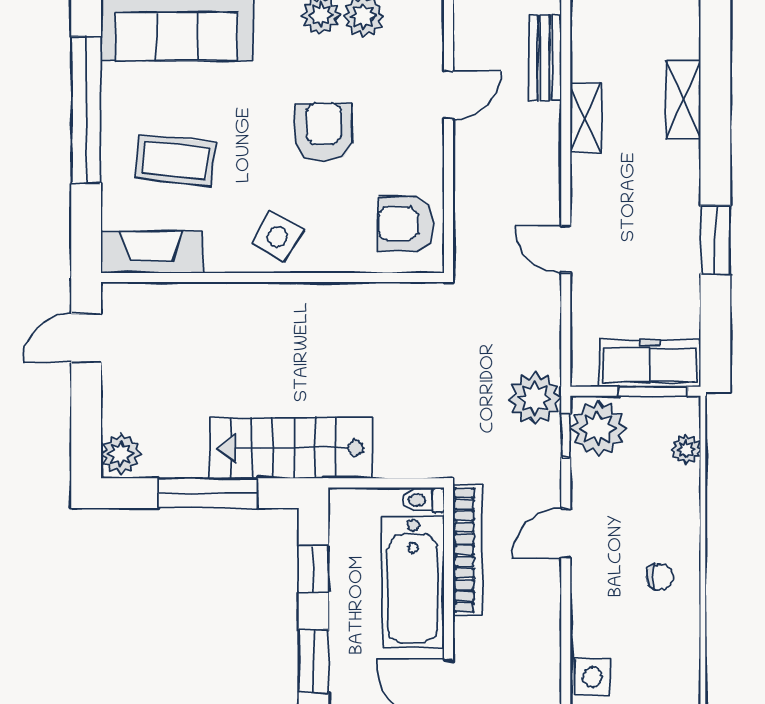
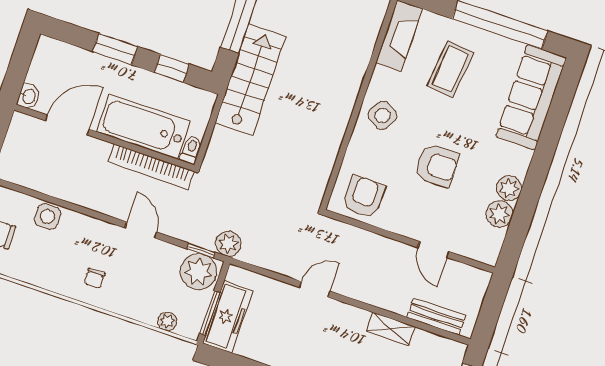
plant: (535, 399) -> (228, 244), width x0.73, depth x0.73

